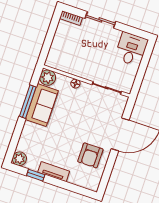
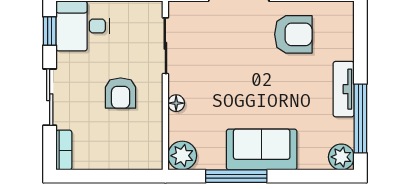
window: (134, 31) -> (50, 31), added
armchair: (90, 57) -> (121, 93), added
sofa: (42, 105) -> (262, 150), moved
window: (36, 175) -> (360, 119), width x2.17

